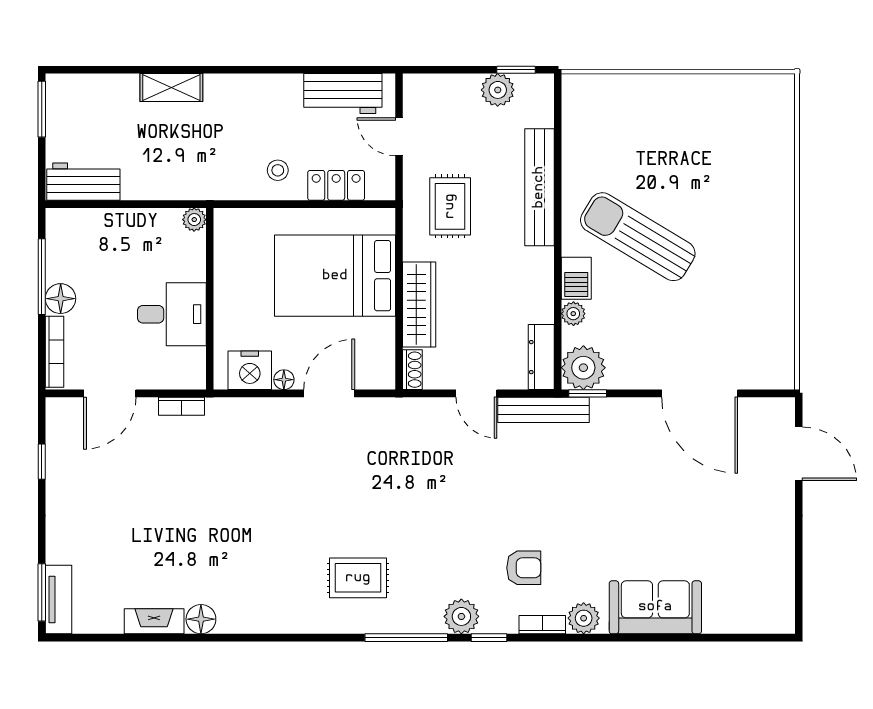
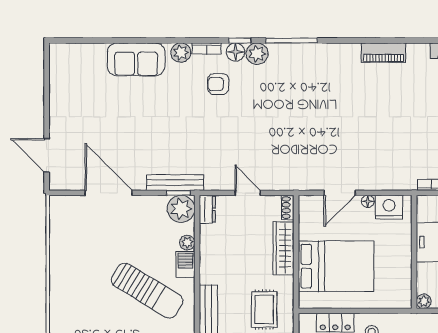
dresser: (541, 357) -> (207, 209), width x0.70
bench: (544, 410) -> (175, 183), moved
rug: (358, 578) -> (322, 78), removed
piano: (259, 618) -> (384, 53), added
floor lamp: (201, 619) -> (235, 52), moved

